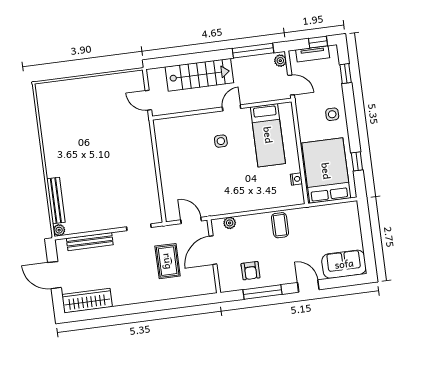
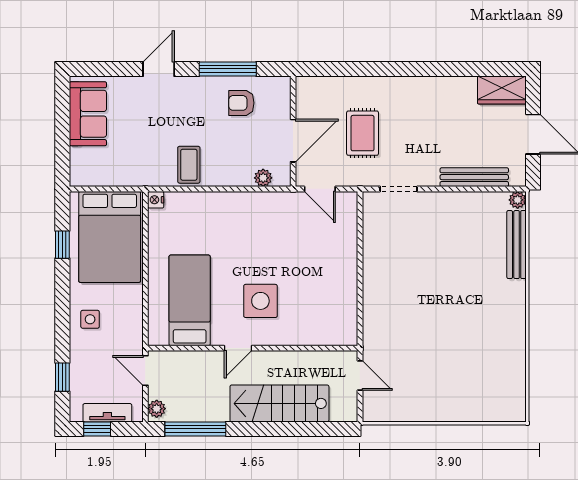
side table: (221, 141) -> (260, 301), width x1.87, depth x1.87
nightstand: (296, 179) -> (156, 200), moved
sofa: (344, 264) -> (88, 114), moved, turned -90
armchair: (250, 271) -> (241, 103), turned -90
door: (308, 286) -> (159, 69), swing flipped
wardrobe: (87, 301) -> (502, 90), width x0.67

